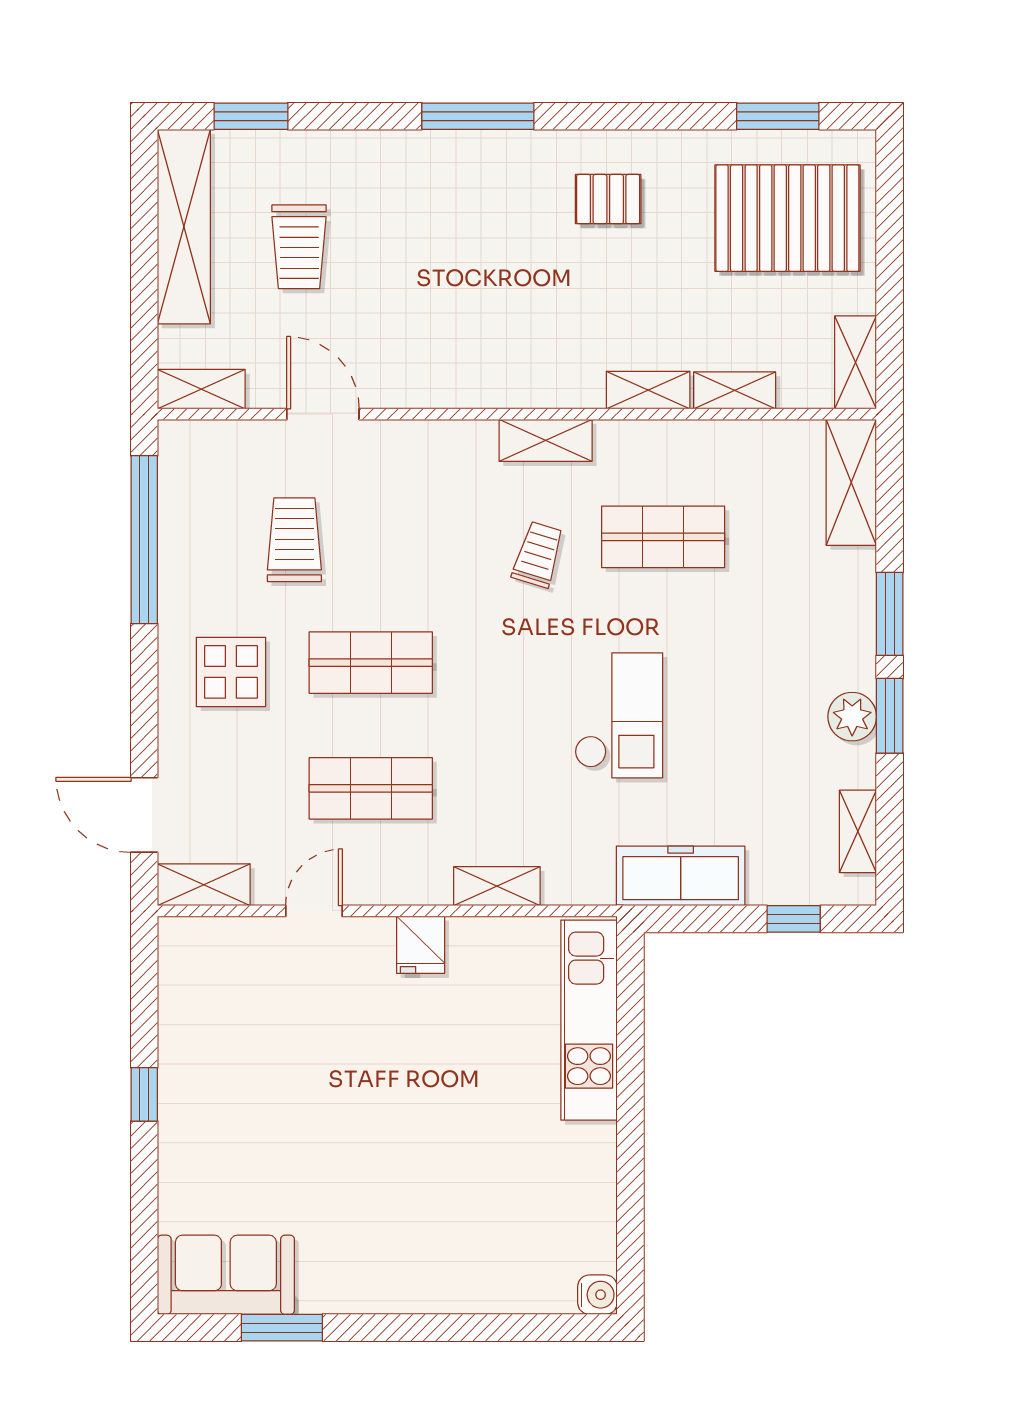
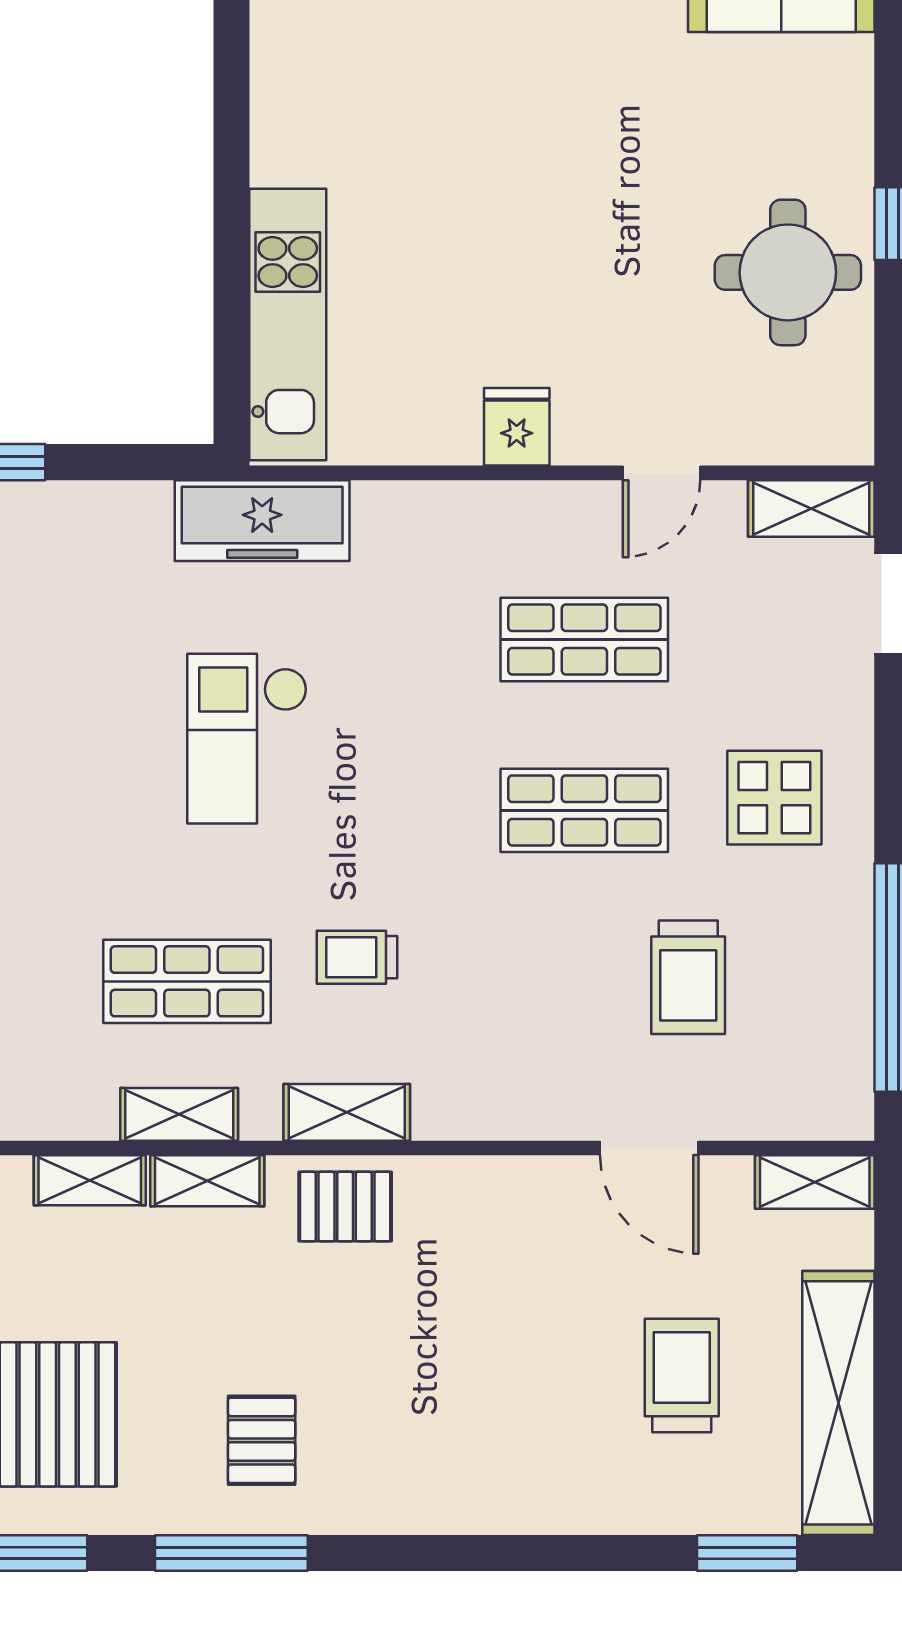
window: (478, 116) -> (231, 1553), moved
pallet: (608, 199) -> (262, 1440), turned 90
pallet: (547, 371) -> (345, 1207), added
trolley: (538, 555) -> (357, 957), turned 73
freezer: (681, 876) -> (262, 521), moved
shelving: (497, 886) -> (179, 1114), moved
round table: (221, 1058) -> (788, 272), added

